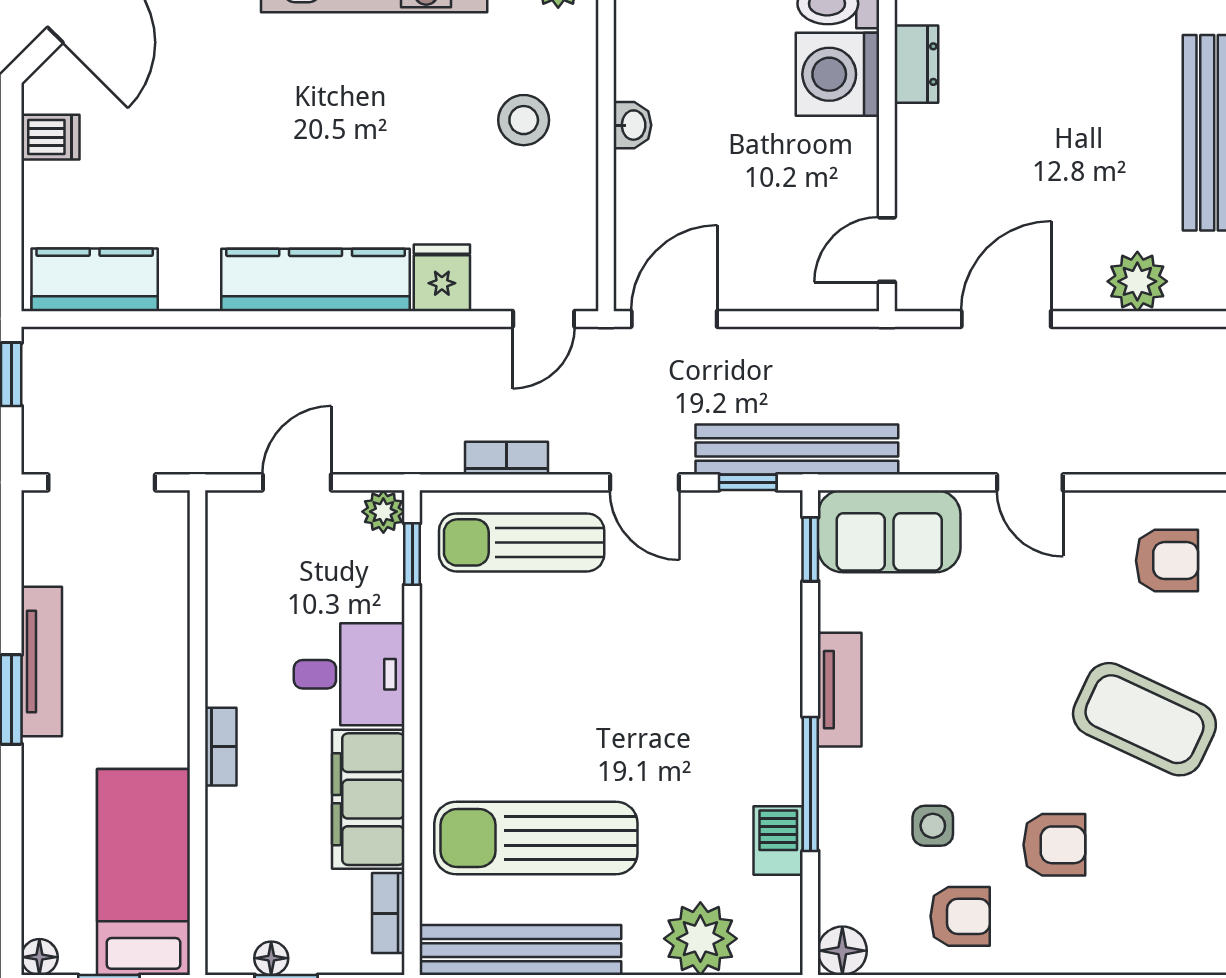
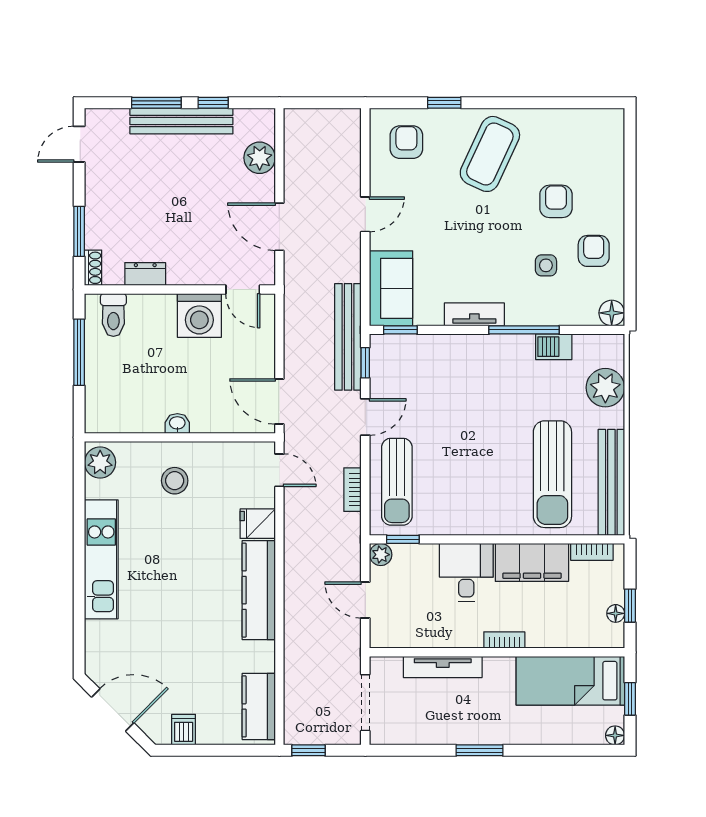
washing machine: (838, 74) -> (199, 315), moved
tv unit: (42, 662) -> (443, 667), moved, turned 180

